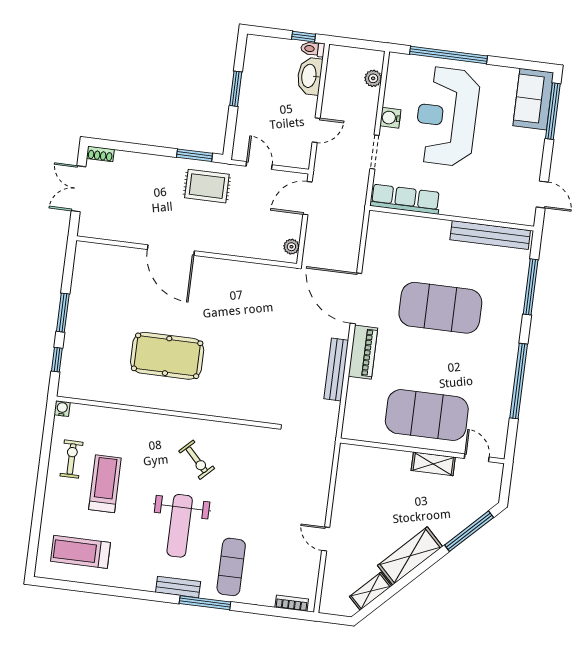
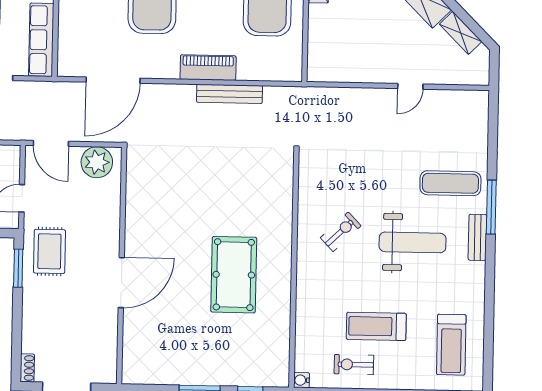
plant: (291, 247) -> (97, 162), width x1.87, depth x1.87
door: (356, 298) -> (113, 80), moved
bookcase: (292, 603) -> (482, 115), removed

